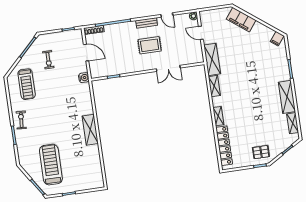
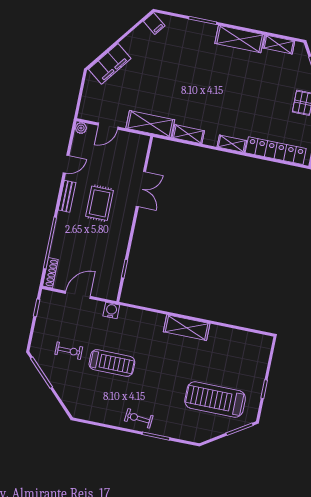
treadmill: (27, 84) -> (112, 363), moved

